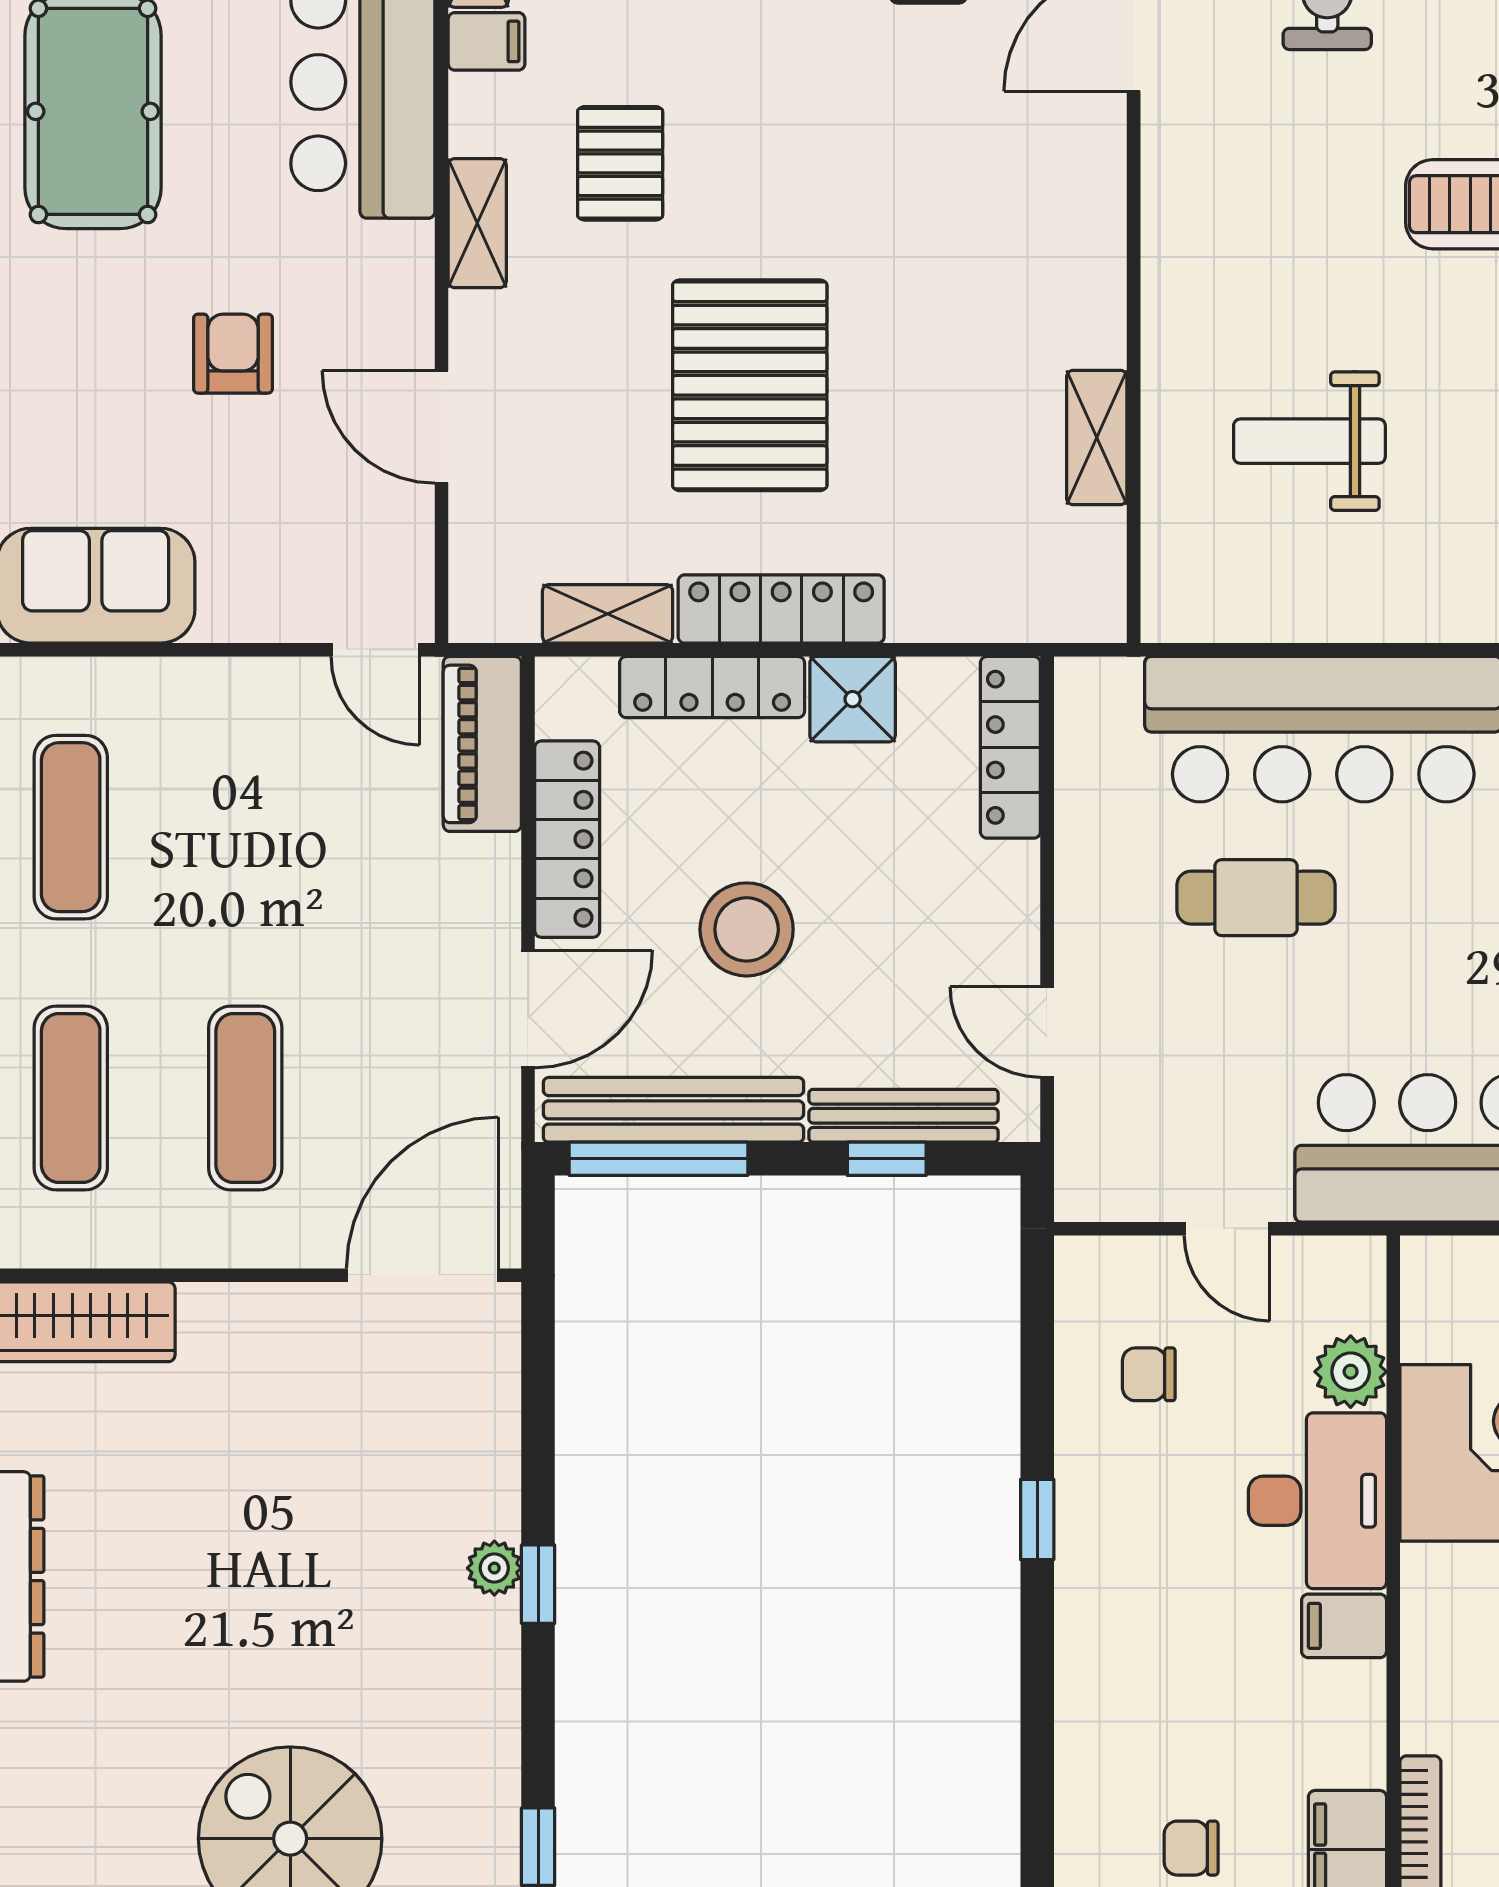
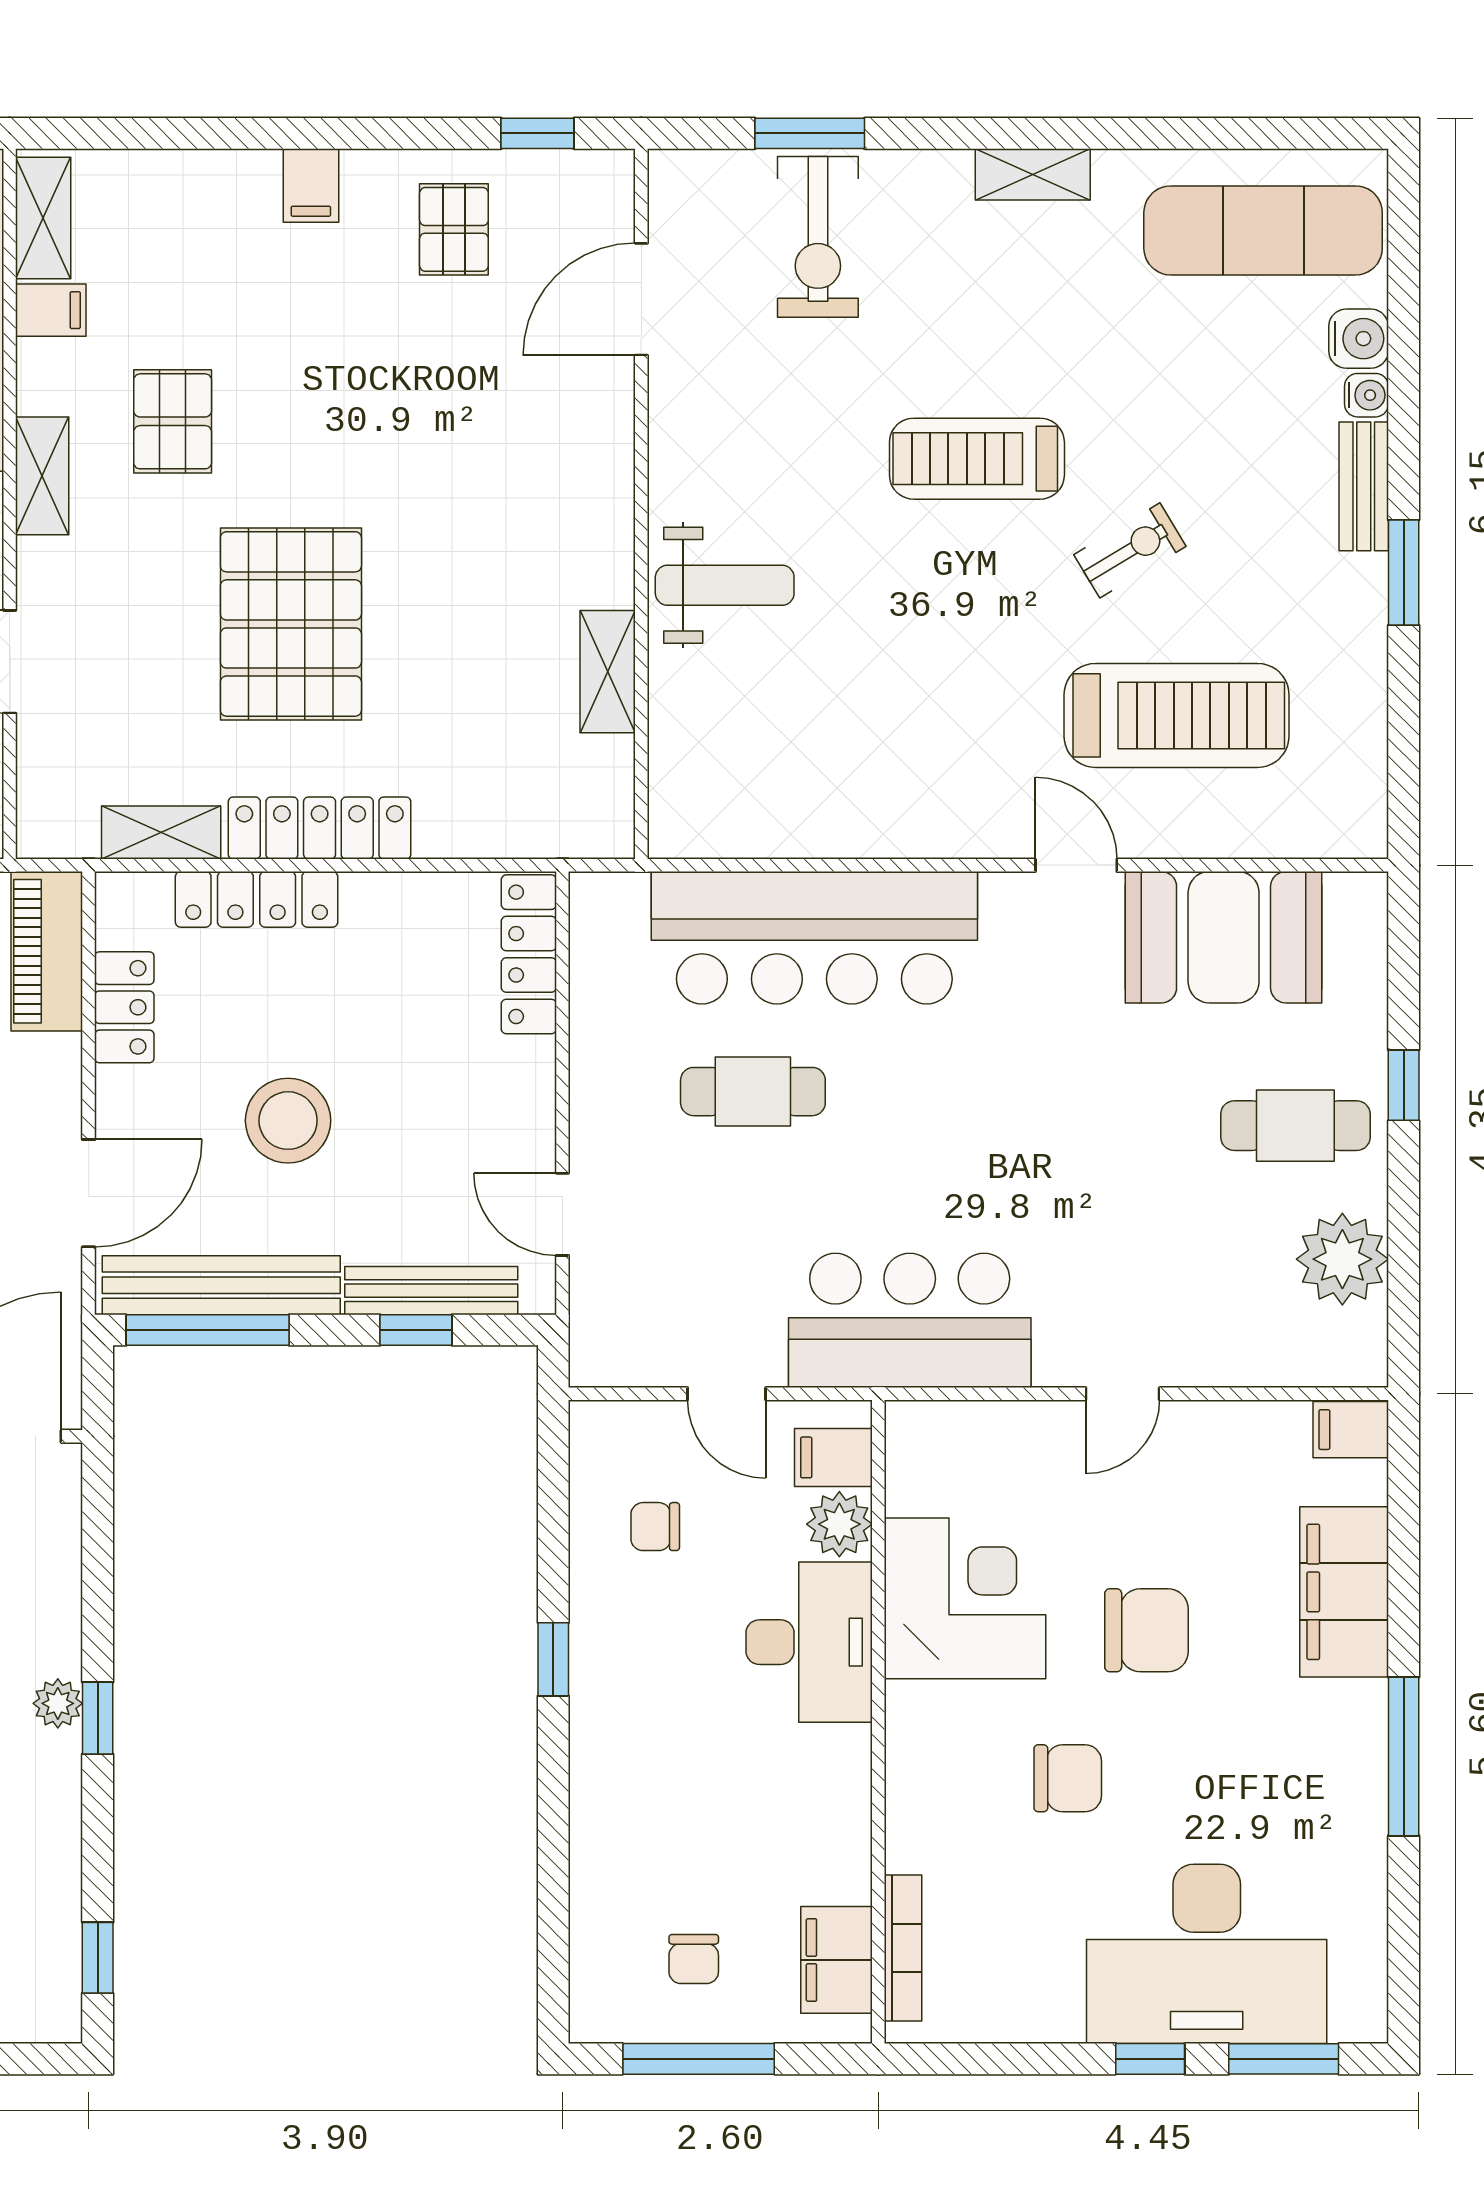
weight bench: (1309, 441) -> (725, 585), moved, turned 180
shower: (853, 699) -> (385, 910), removed
locker: (567, 839) -> (124, 1007), width x0.66
filing cabinet: (1344, 1626) -> (833, 1457), moved
chair: (1191, 1848) -> (694, 1959), turned -90

